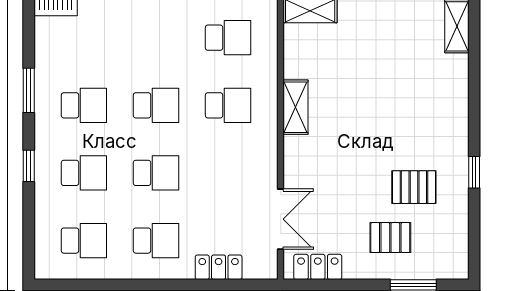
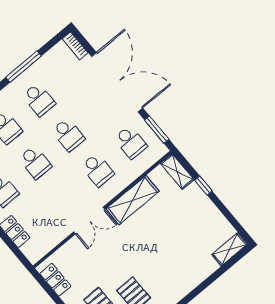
window: (29, 90) -> (24, 67), width x1.44
shelving: (296, 107) -> (133, 200), width x1.50, depth x1.33
double door: (281, 219) -> (89, 221), moved

